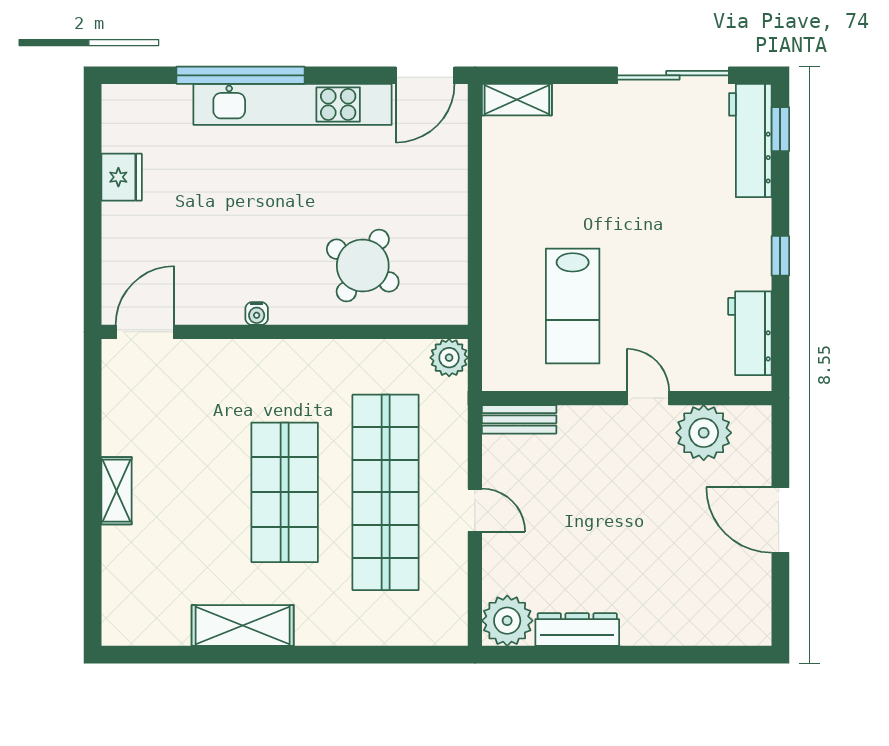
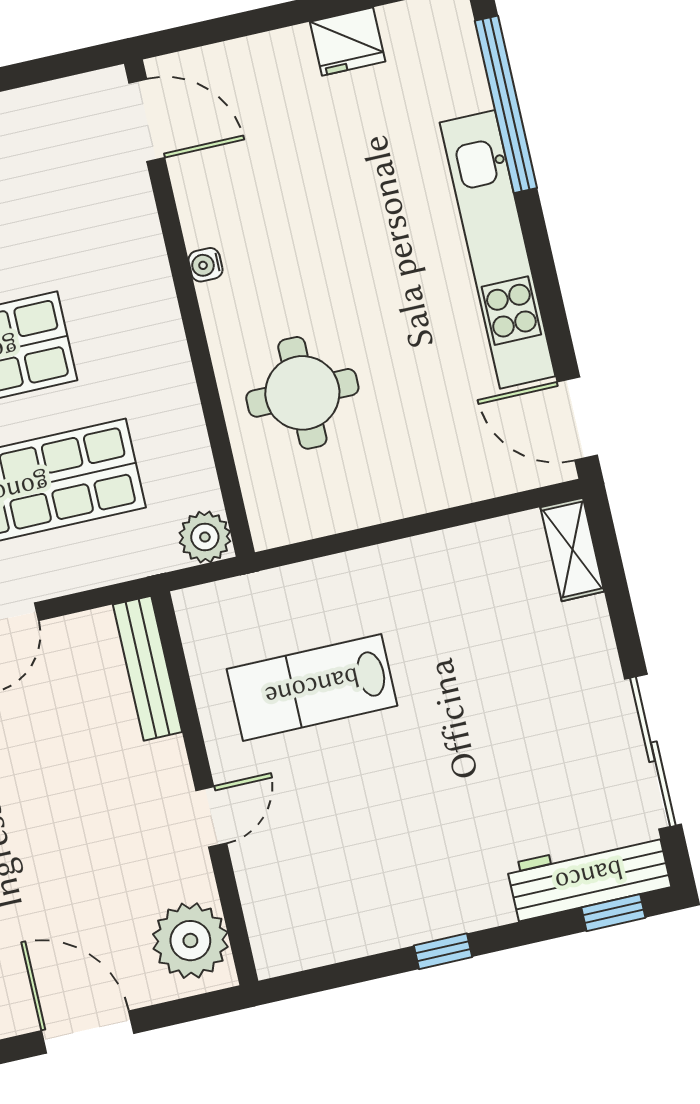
window: (241, 75) -> (506, 104), moved
round table: (363, 266) -> (302, 393), turned -32
workbench: (750, 333) -> (330, 934), removed
bench: (519, 419) -> (147, 668), width x1.36
plant: (704, 433) -> (190, 941), moved
door: (780, 520) -> (88, 1032), hinge flipped

